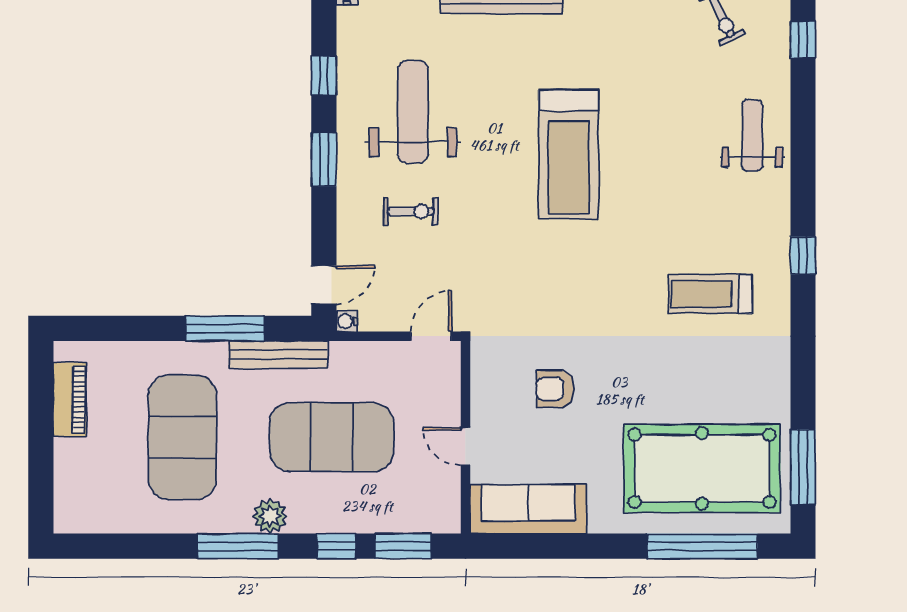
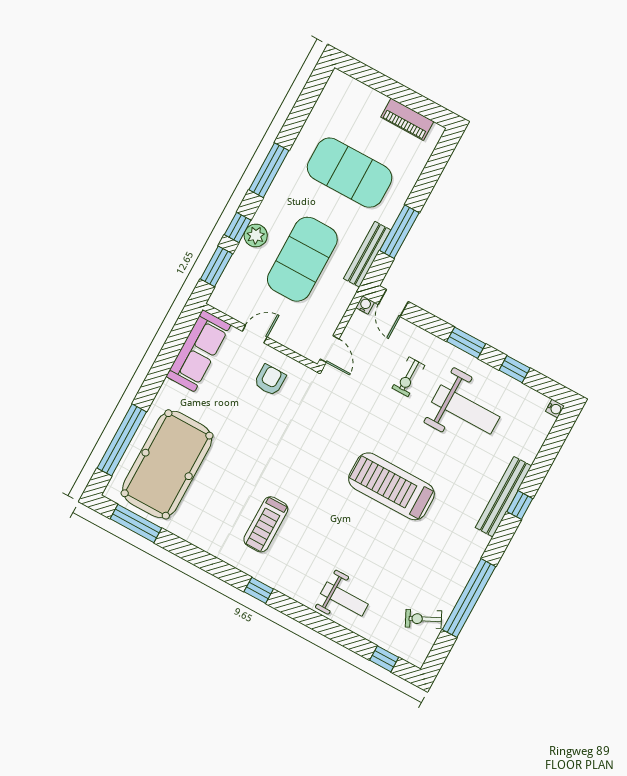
treadmill: (710, 294) -> (266, 524), turned 180
armchair: (555, 389) -> (270, 380), moved
plant: (270, 516) -> (256, 236), moved

